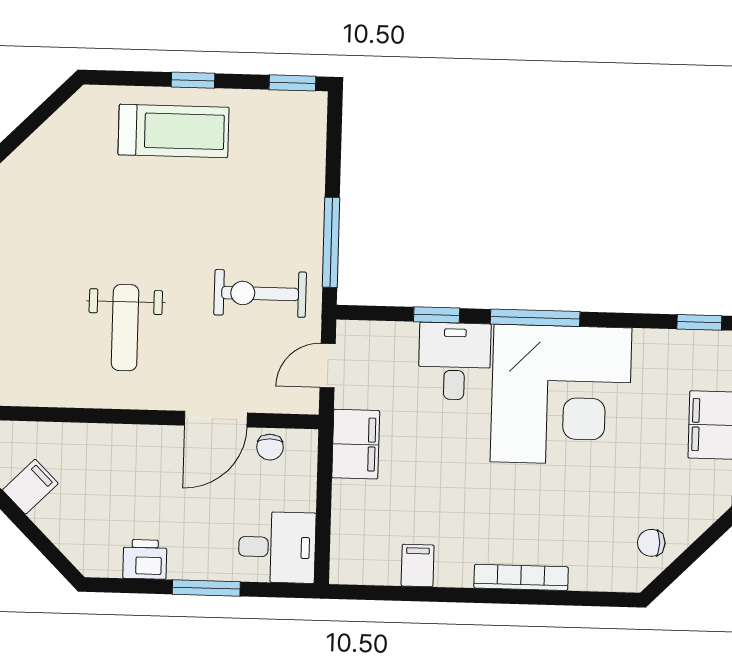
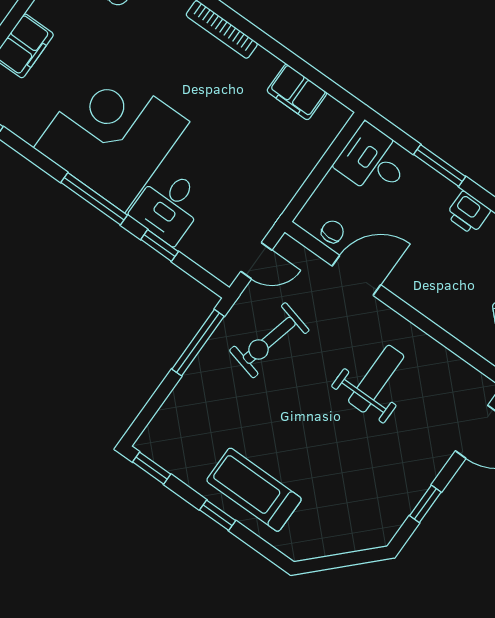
exercise bike: (260, 293) -> (269, 340), turned 104
filing cabinet: (356, 444) -> (273, 195), removed
filing cabinet: (418, 565) -> (297, 92), width x2.00

